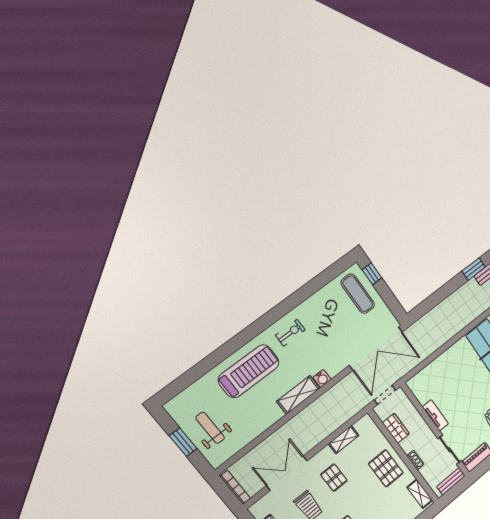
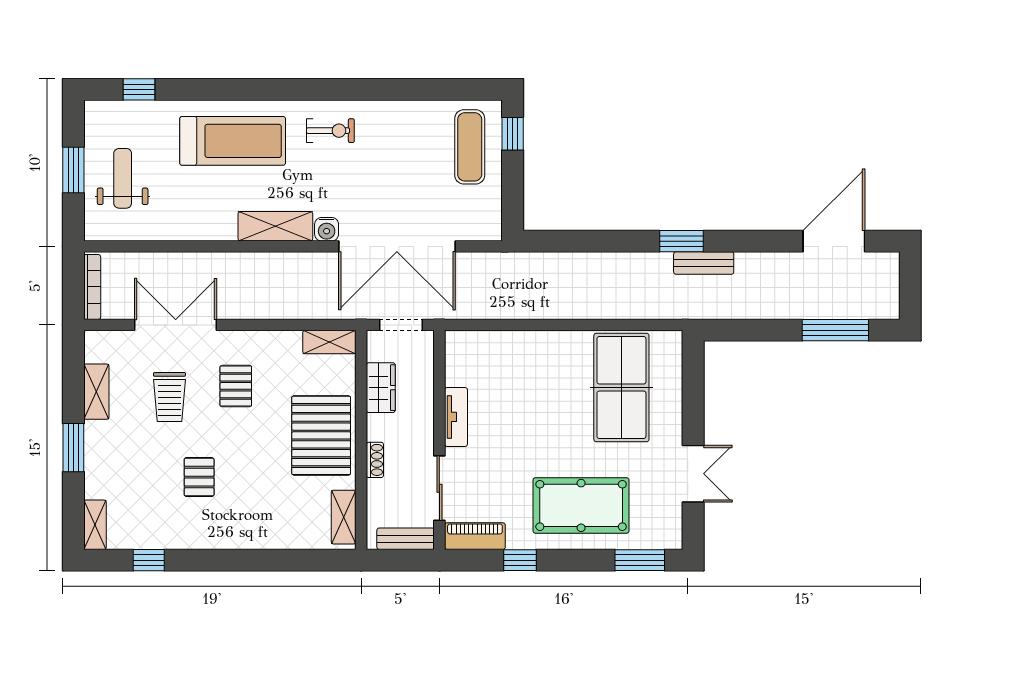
double door: (376, 349) -> (397, 246), moved
window: (185, 381) -> (139, 89), added
shelving: (344, 440) -> (329, 342), moved
pallet: (386, 468) -> (321, 435), width x1.37, depth x1.41

